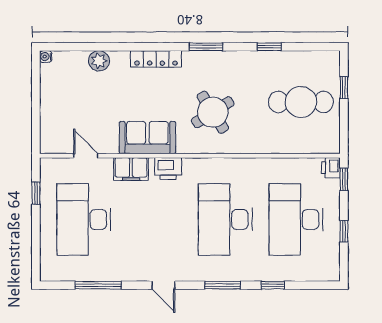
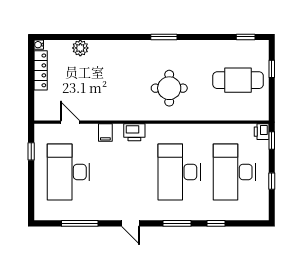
window: (269, 47) -> (246, 37), moved
locker: (156, 59) -> (41, 70), moved, turned -90
round table: (213, 112) -> (169, 88), turned 32
sofa: (147, 138) -> (118, 108), removed
filing cabinet: (131, 169) -> (105, 133), width x0.50

